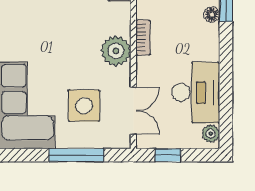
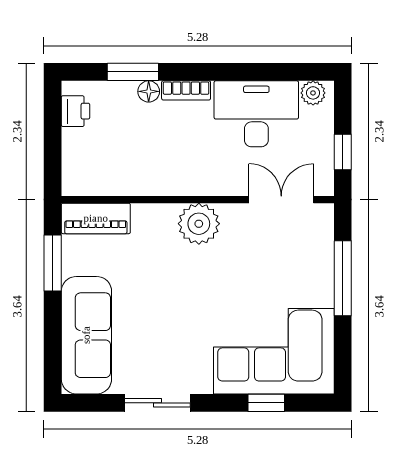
bookcase: (143, 37) -> (186, 90), moved, turned 180
side table: (84, 106) -> (274, 268), removed

